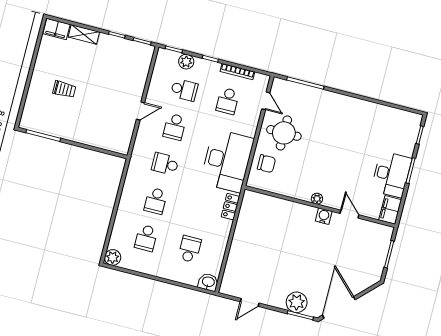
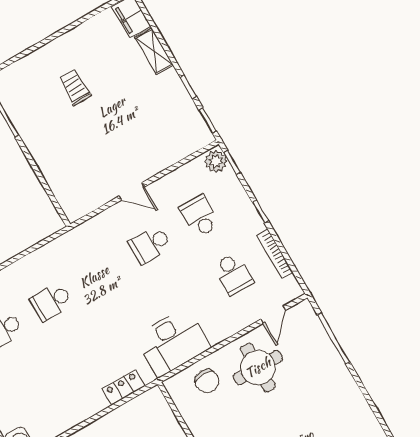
plant: (186, 62) -> (216, 161), moved
trolley: (64, 89) -> (75, 88), turned 180
school desk: (184, 90) -> (200, 216), turned 180
school desk: (228, 101) -> (233, 274), turned -90
desk: (227, 161) -> (172, 342), width x0.73, depth x0.77
school desk: (165, 164) -> (101, 273), removed
school desk: (190, 249) -> (35, 388), removed

